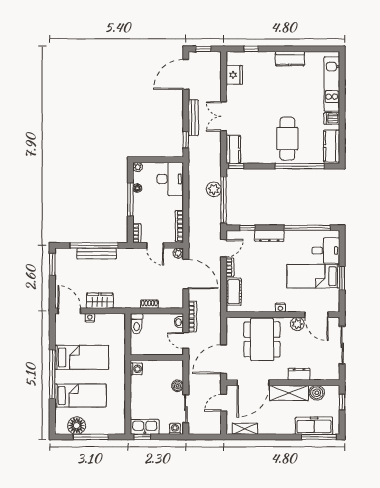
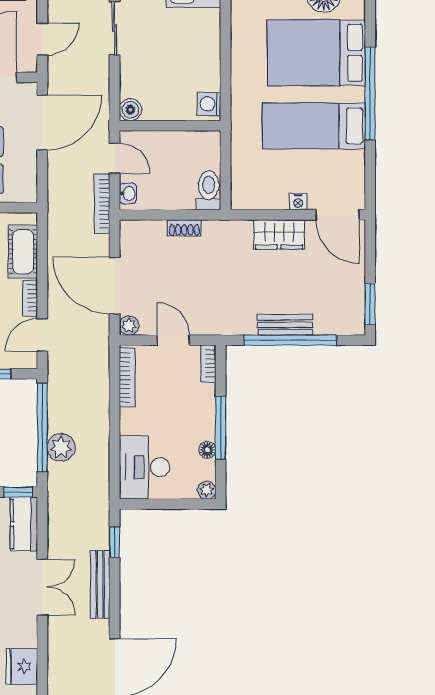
bench: (97, 253) -> (285, 325), width x0.73
boiler: (178, 386) -> (130, 110), moved
bed: (80, 396) -> (316, 53), width x1.50

